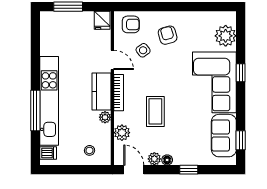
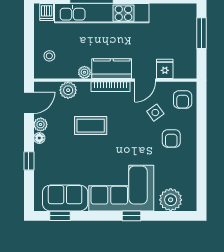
fridge: (102, 20) -> (165, 69), moved, turned 90
armchair: (168, 35) -> (171, 138), turned 106

